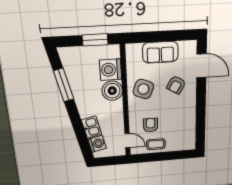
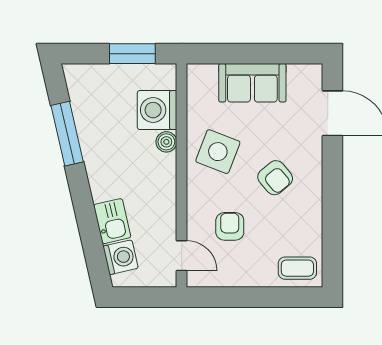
armchair: (176, 85) -> (275, 178), moved, turned -70
boiler: (112, 91) -> (166, 142), width x0.54, depth x0.54
coffee table: (156, 144) -> (297, 268), moved

